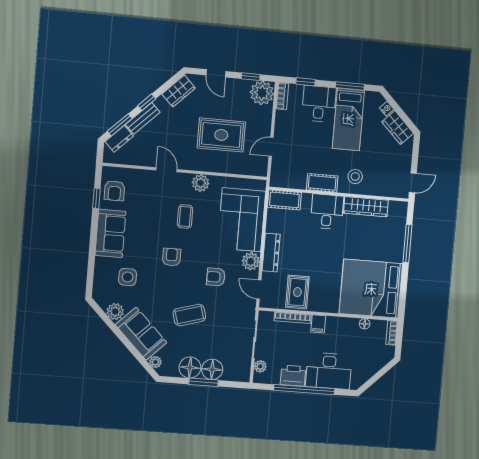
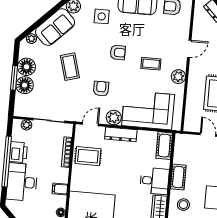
filing cabinet: (318, 324) -> (60, 189), moved

